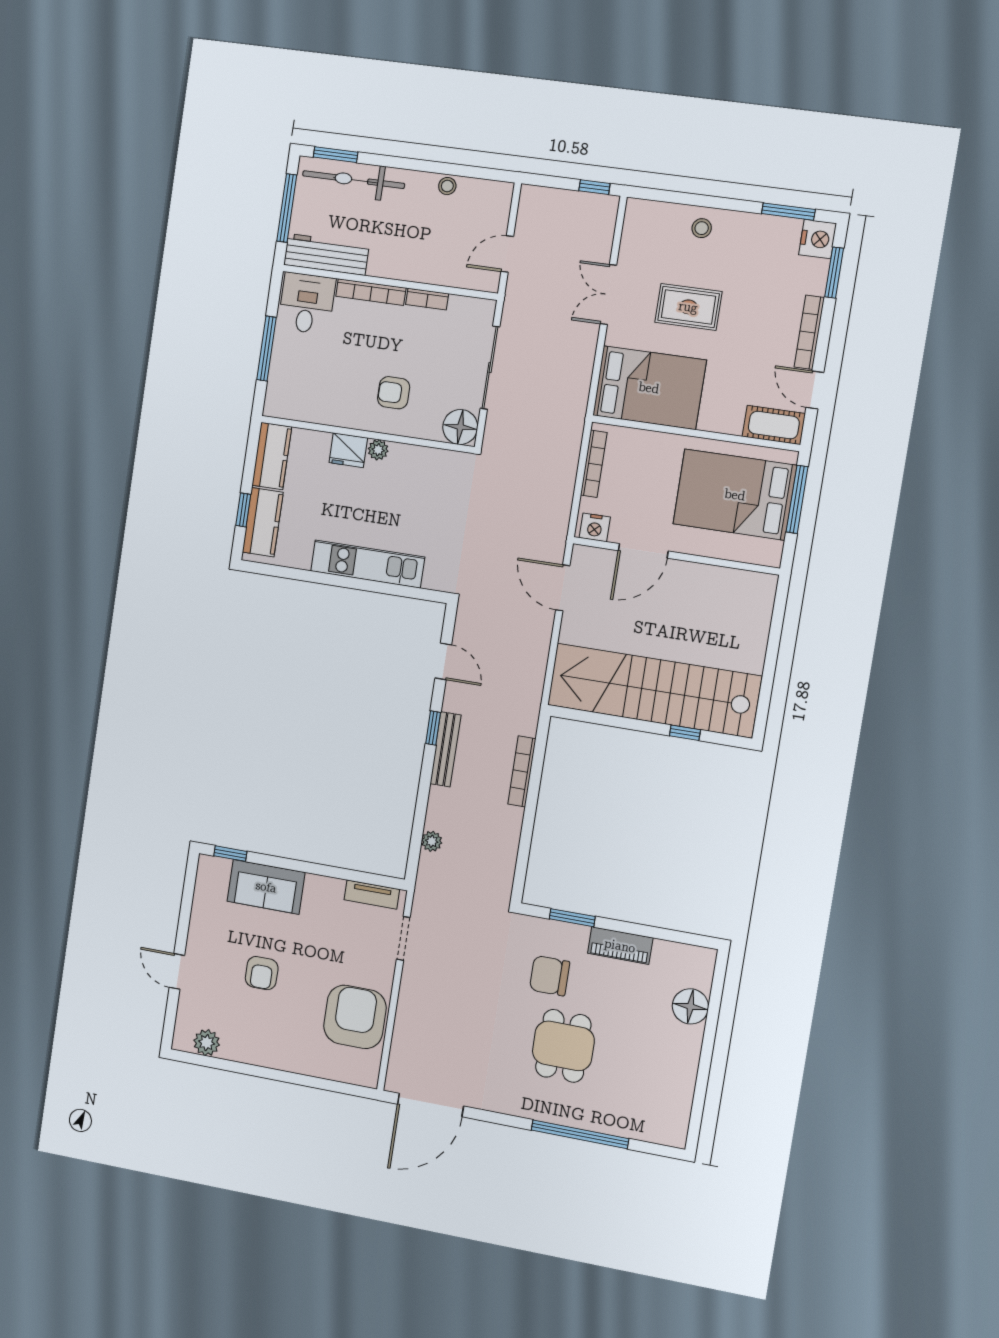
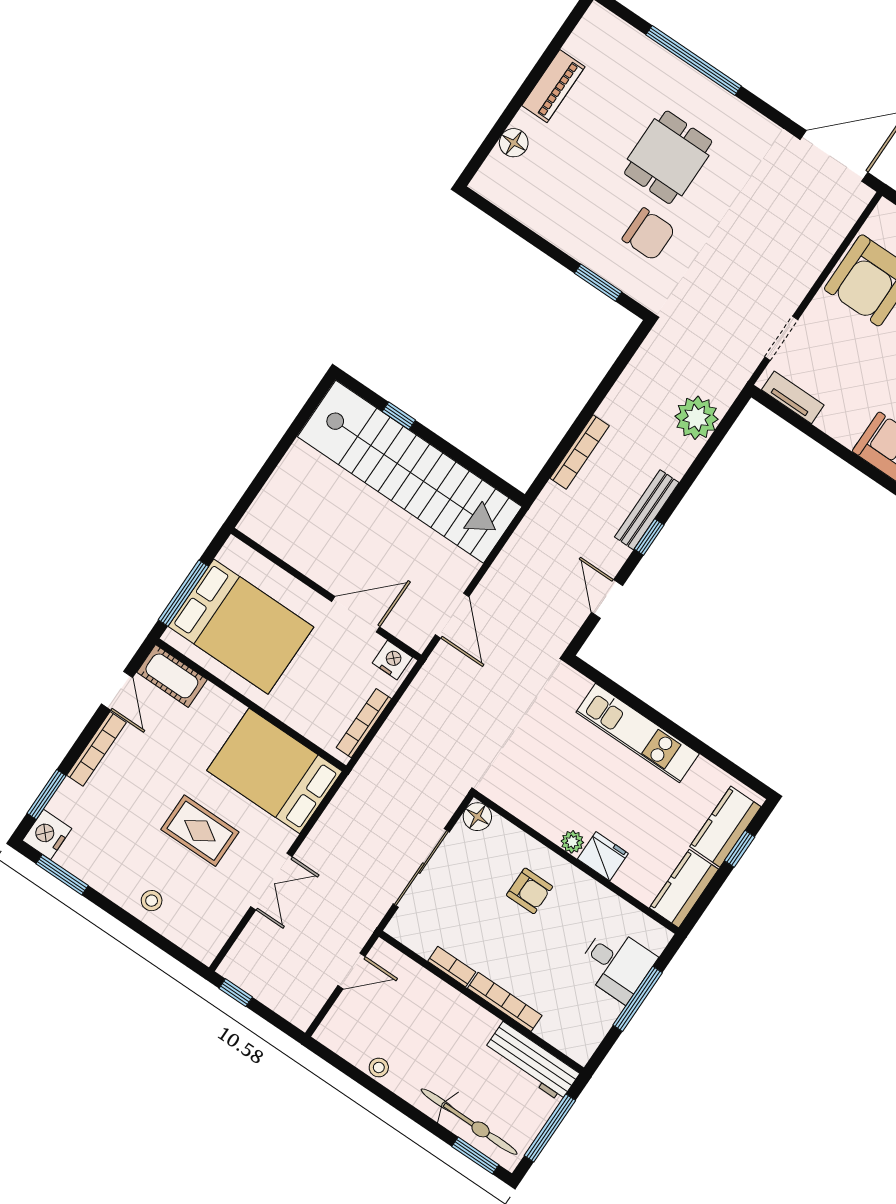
desk: (307, 303) -> (616, 964), moved, turned -90
floor lamp: (460, 427) -> (477, 817), width x0.73, depth x0.73
plant: (432, 841) -> (697, 418), width x1.88, depth x1.88
piano: (620, 946) -> (553, 86), moved, turned 90
floor lamp: (690, 1006) -> (514, 143), width x0.73, depth x0.73

